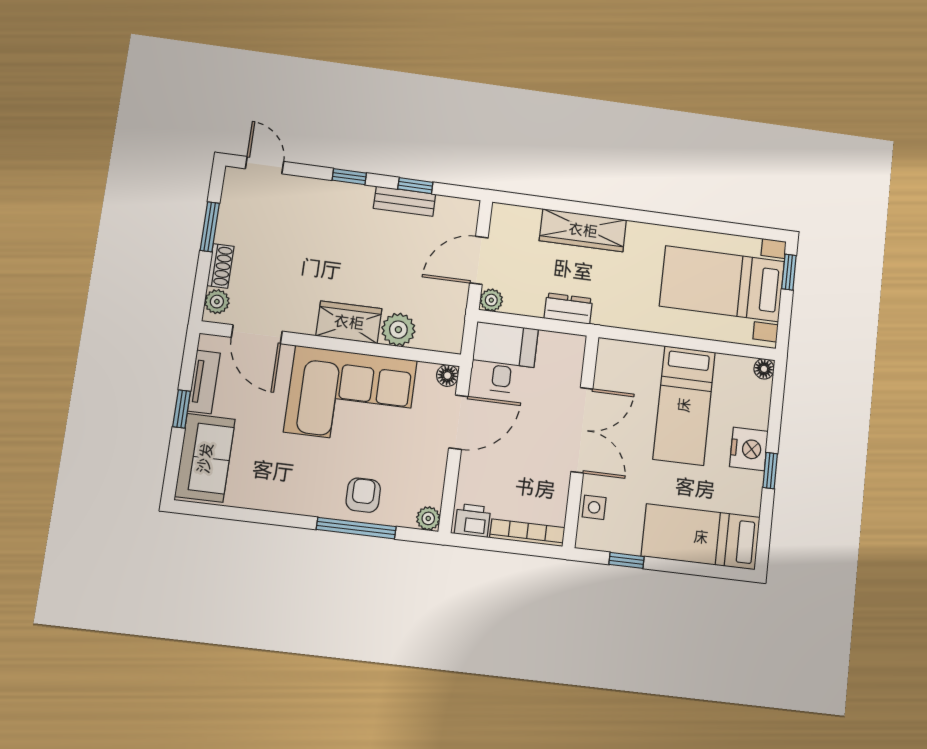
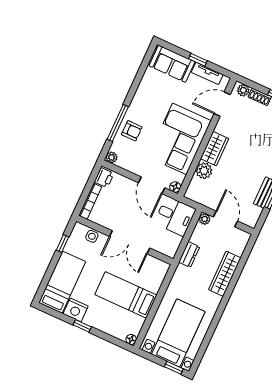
nightstand: (749, 449) -> (76, 310), moved

